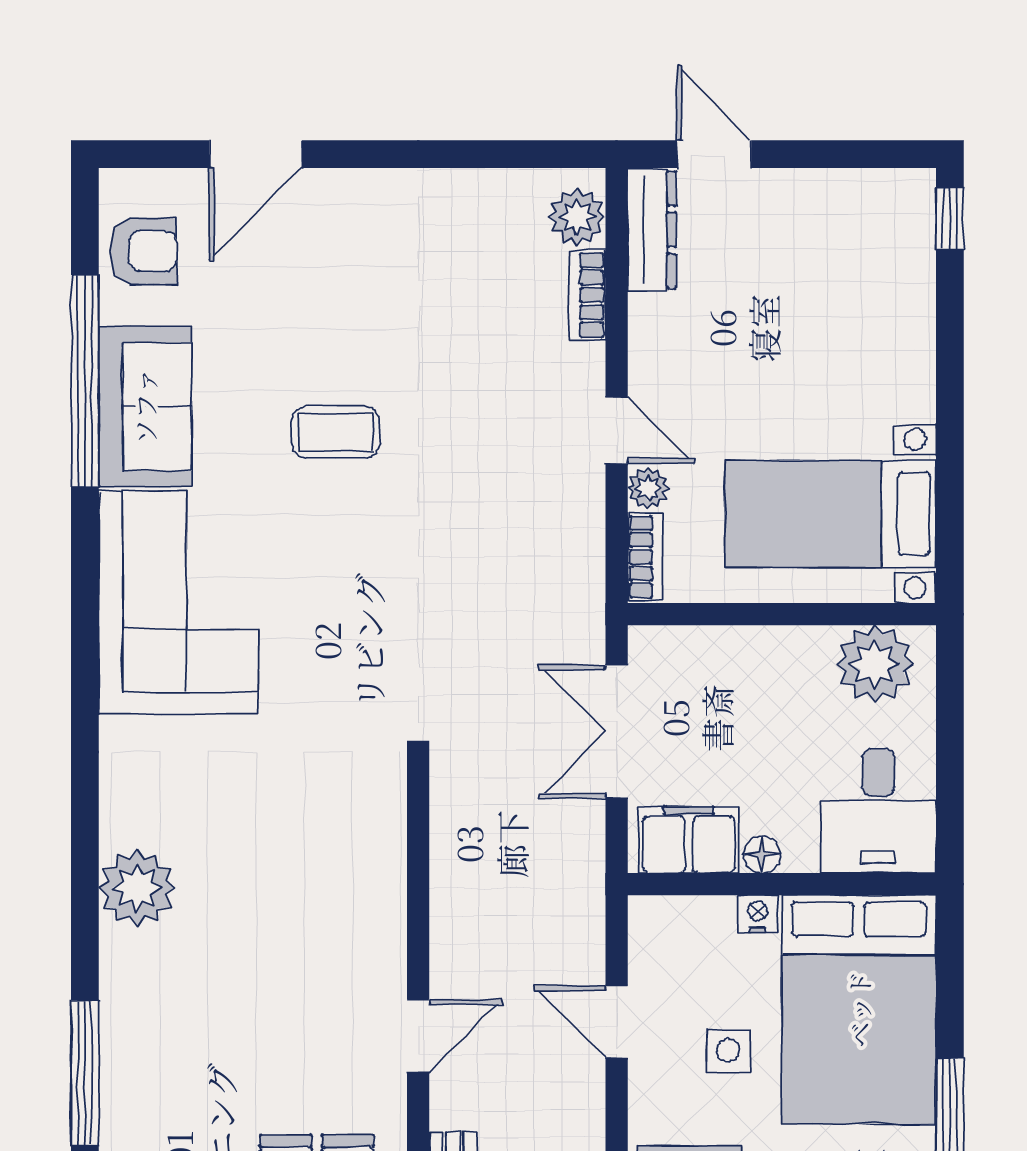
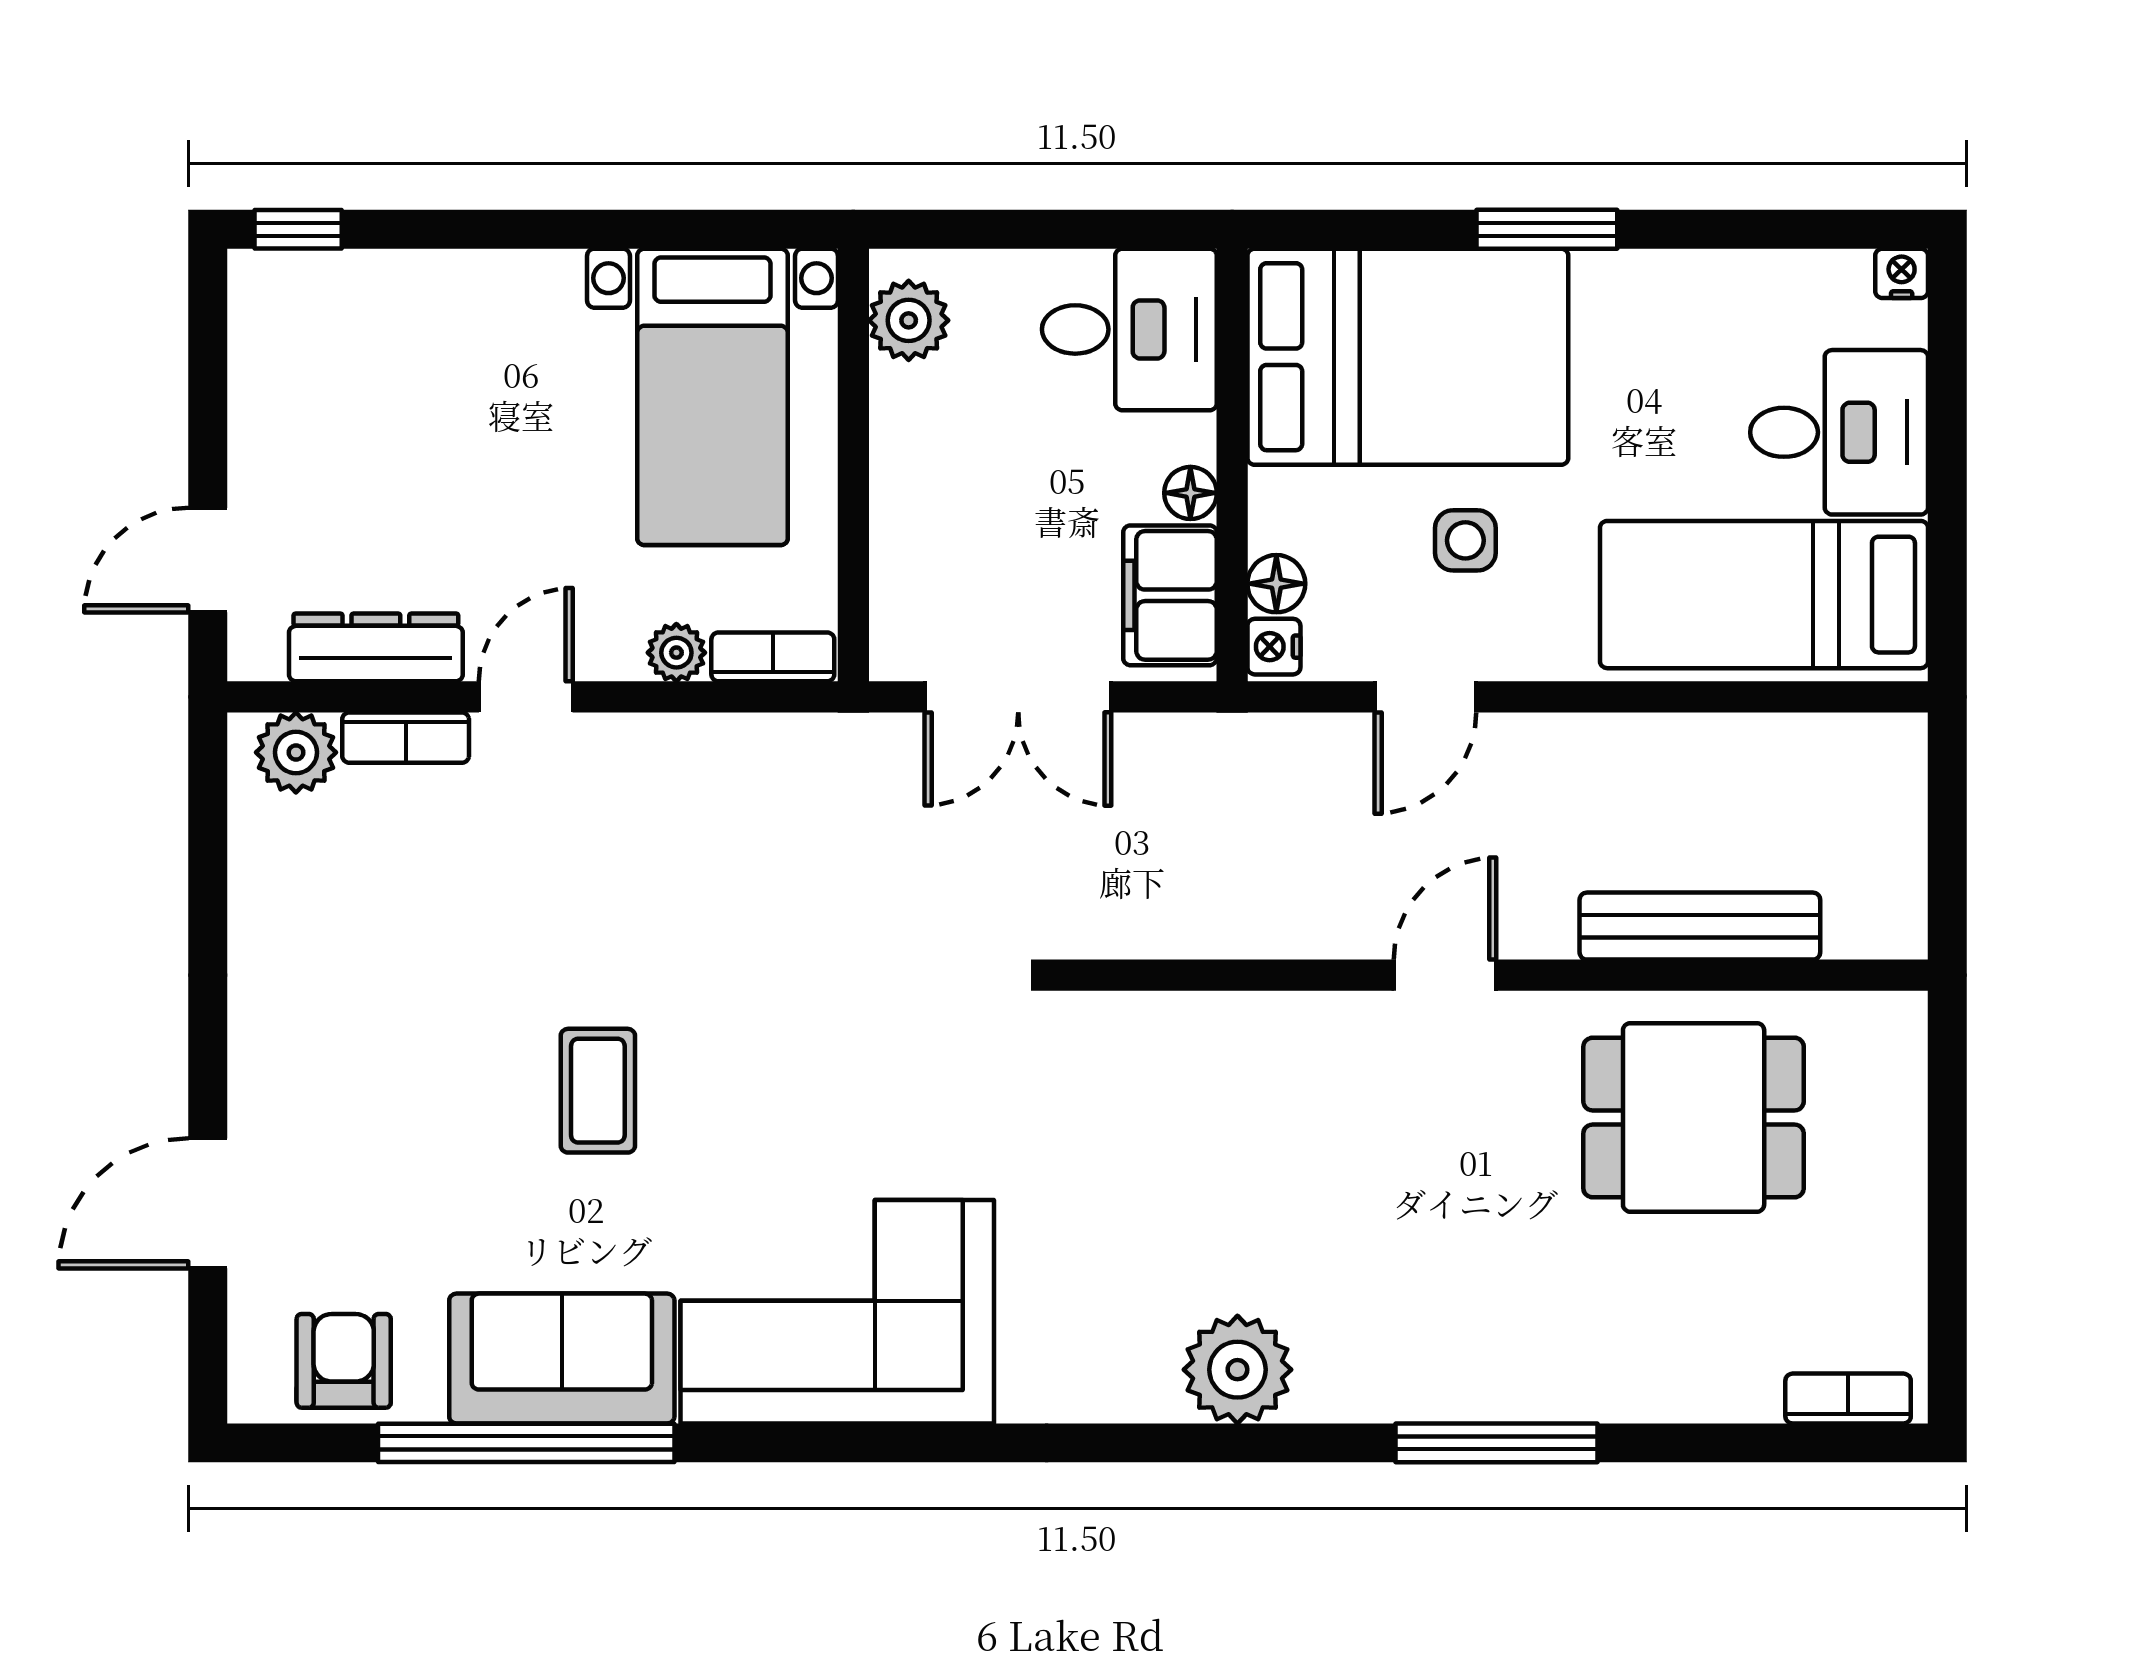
door: (256, 154) -> (208, 1203), swing flipped
dresser: (652, 230) -> (376, 647), moved
door: (617, 430) -> (526, 697), moved
plant: (875, 664) -> (909, 320), width x0.73, depth x0.73
nightstand: (758, 914) -> (1274, 647), moved
floor lamp: (697, 916) -> (1276, 584), added
door: (418, 1036) -> (1445, 975), hinge flipped

